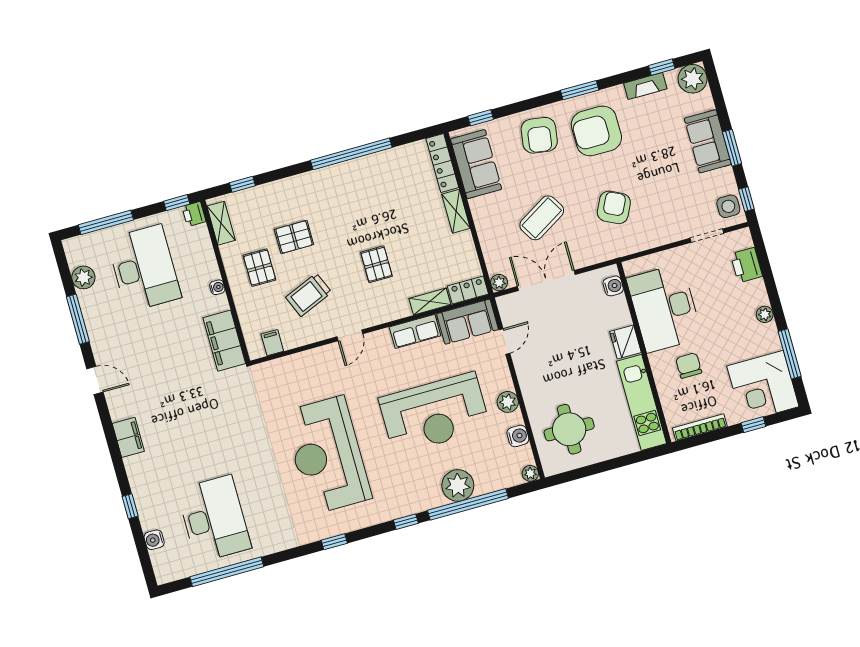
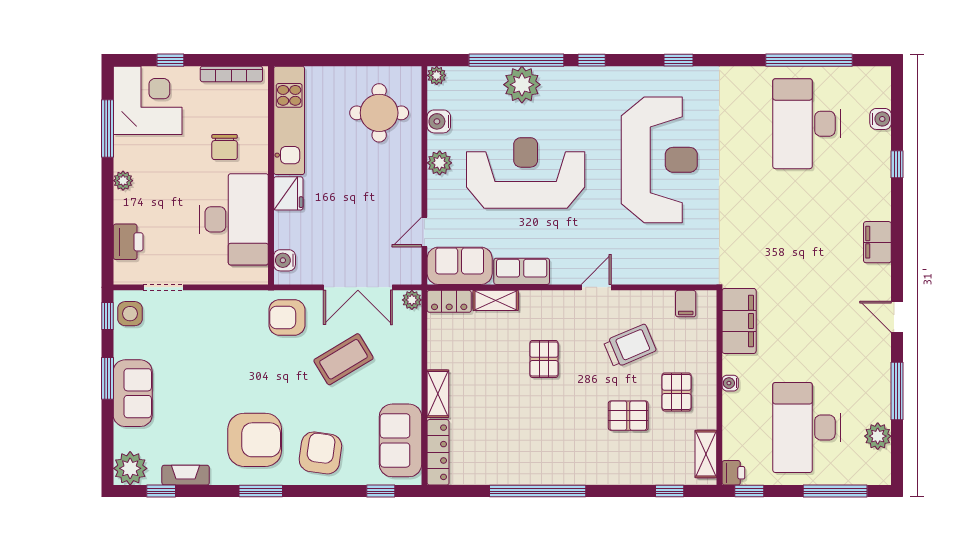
armchair: (614, 207) -> (287, 317), moved, turned 64

